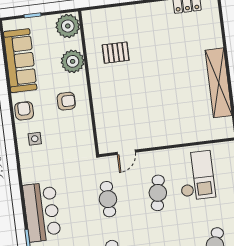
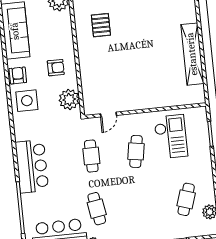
pallet: (116, 53) -> (101, 25), turned 90
plant: (73, 61) -> (69, 99), moved
side table: (35, 139) -> (27, 101), width x1.87, depth x1.87

